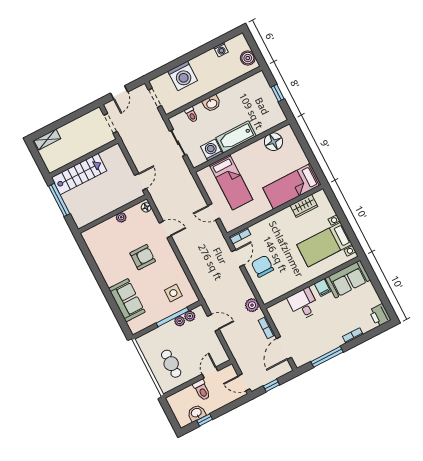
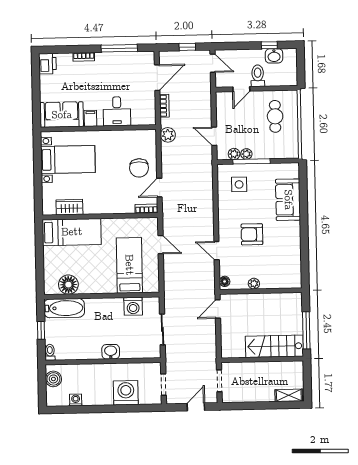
toilet: (191, 115) -> (50, 352), moved
bathtub: (236, 137) -> (64, 308), moved

